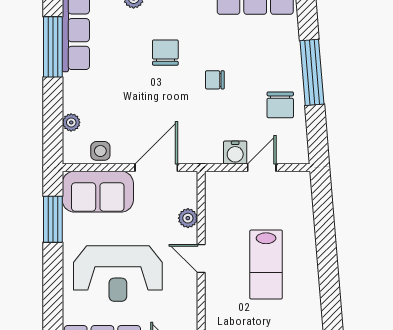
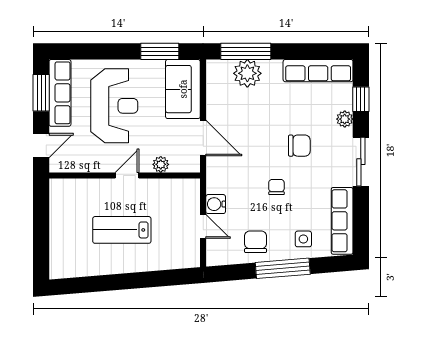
window: (53, 47) -> (246, 51), moved
chair: (280, 105) -> (256, 242), turned 90
plant: (71, 122) -> (247, 73), width x1.88, depth x1.88
side table: (100, 151) -> (303, 239), moved
reception desk: (118, 274) -> (114, 106), turned 180

